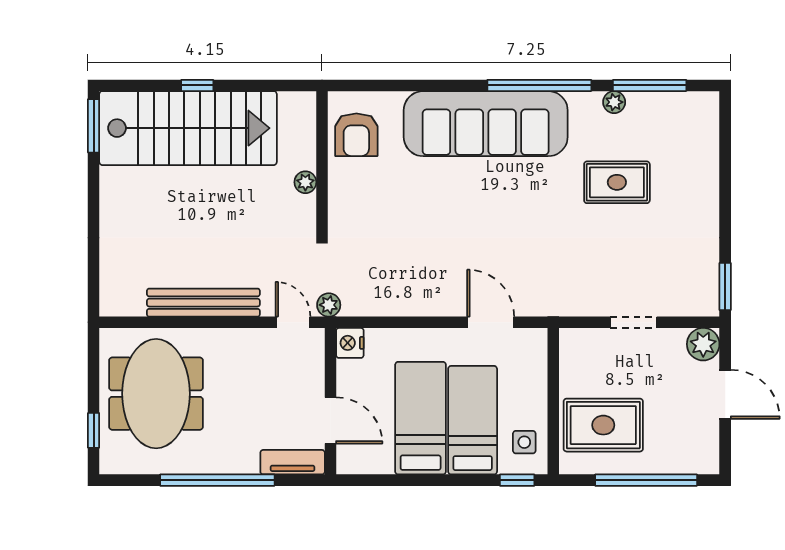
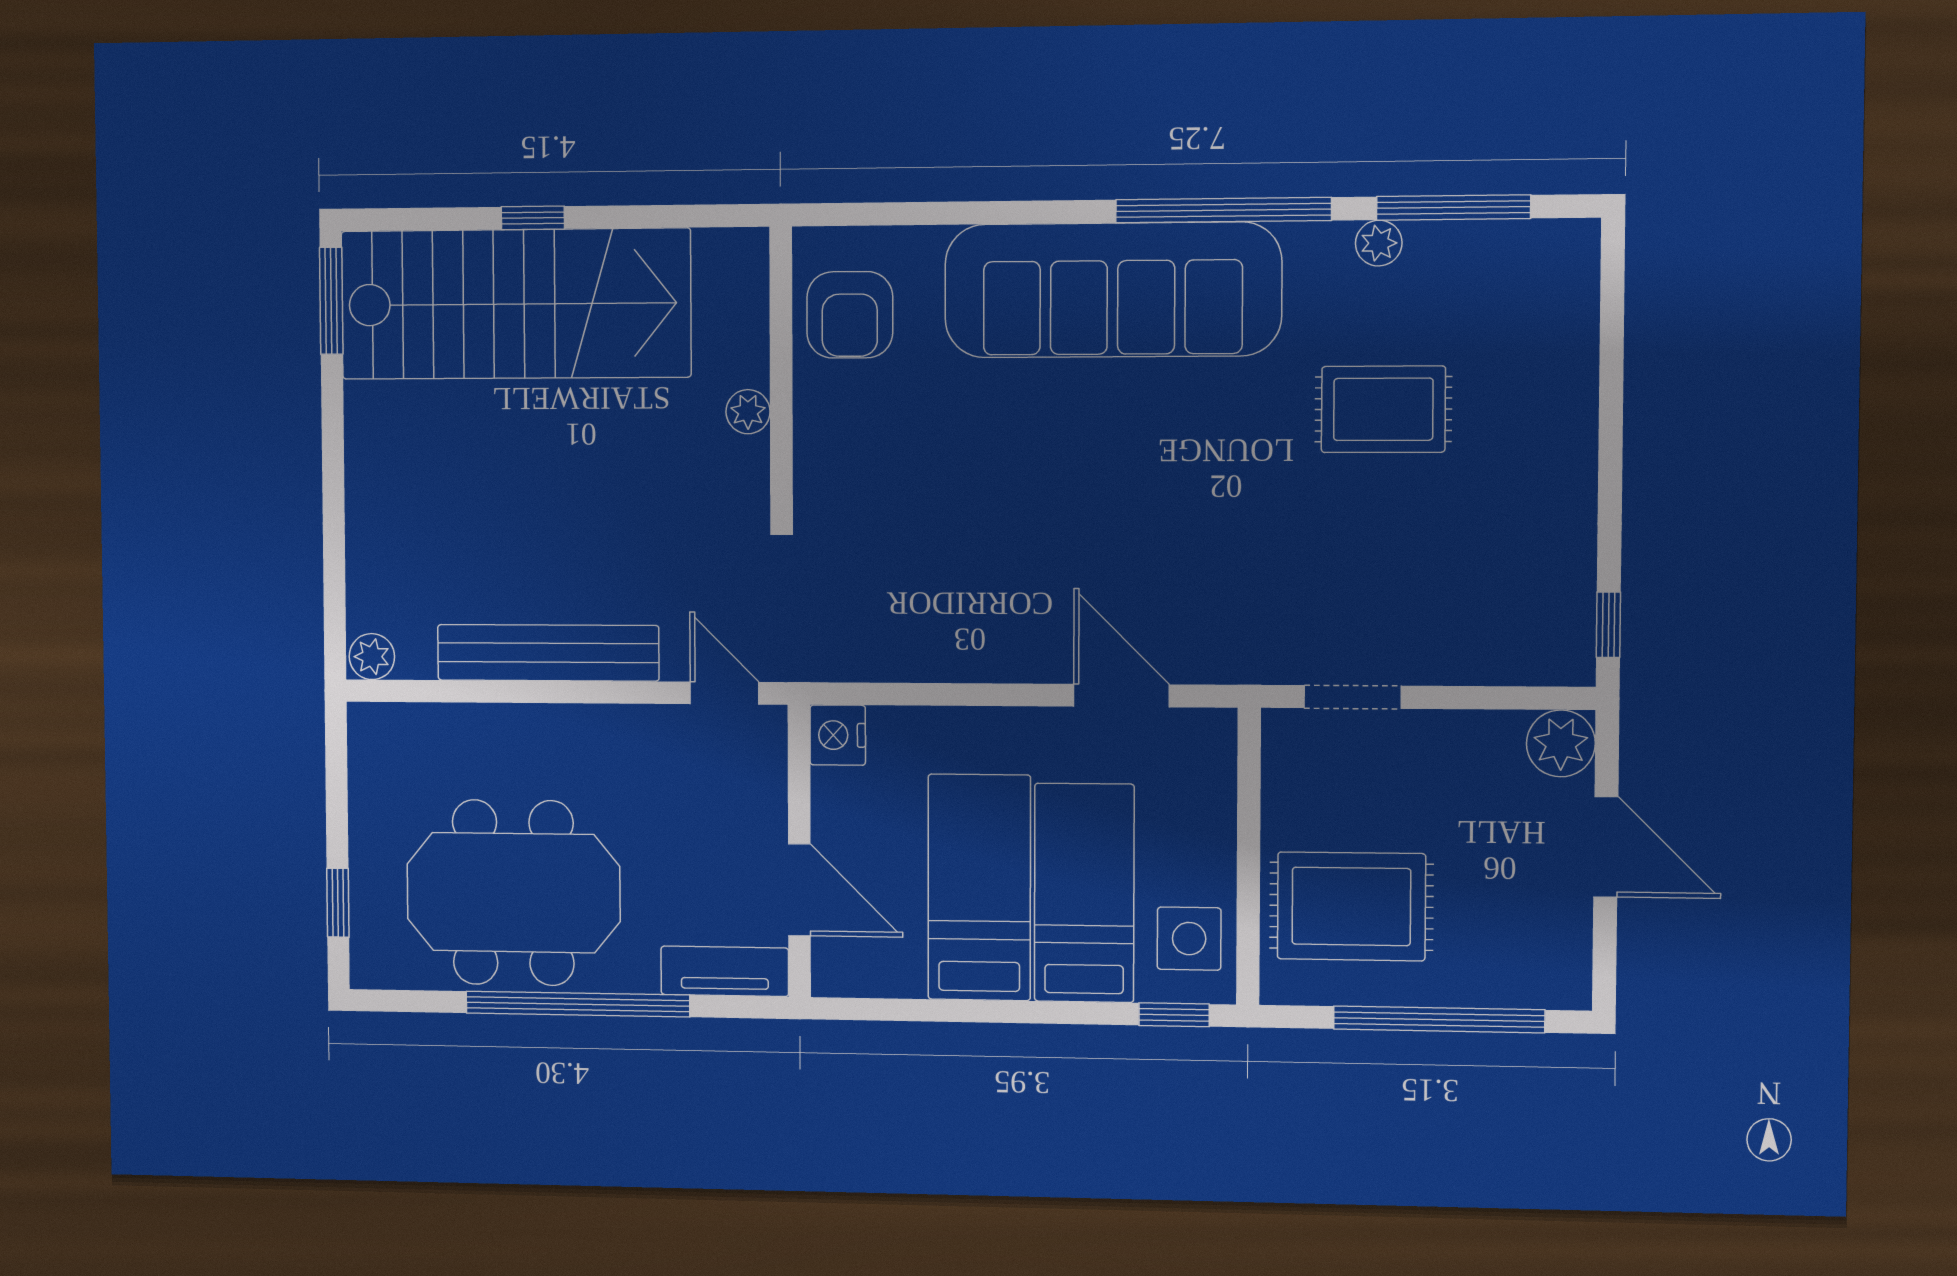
window: (725, 287) -> (1608, 625), width x0.67
plant: (329, 305) -> (372, 657), moved
doorway: (633, 322) -> (1353, 697), moved
meeting table: (156, 394) -> (513, 893), moved, turned 90
side table: (524, 442) -> (1189, 939), width x1.37, depth x1.37

